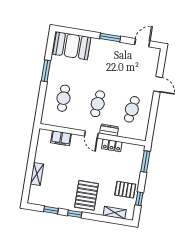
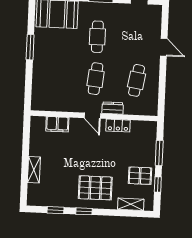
cafe table: (64, 98) -> (97, 37), moved
window: (145, 161) -> (159, 153), moved
pallet: (87, 195) -> (95, 188), turned 90

